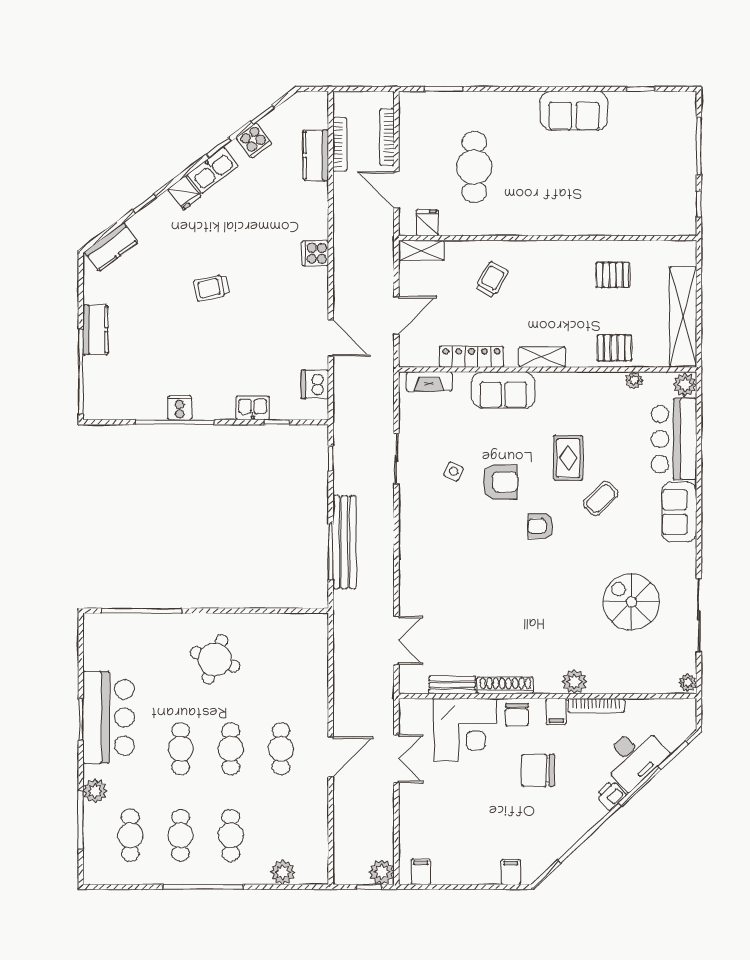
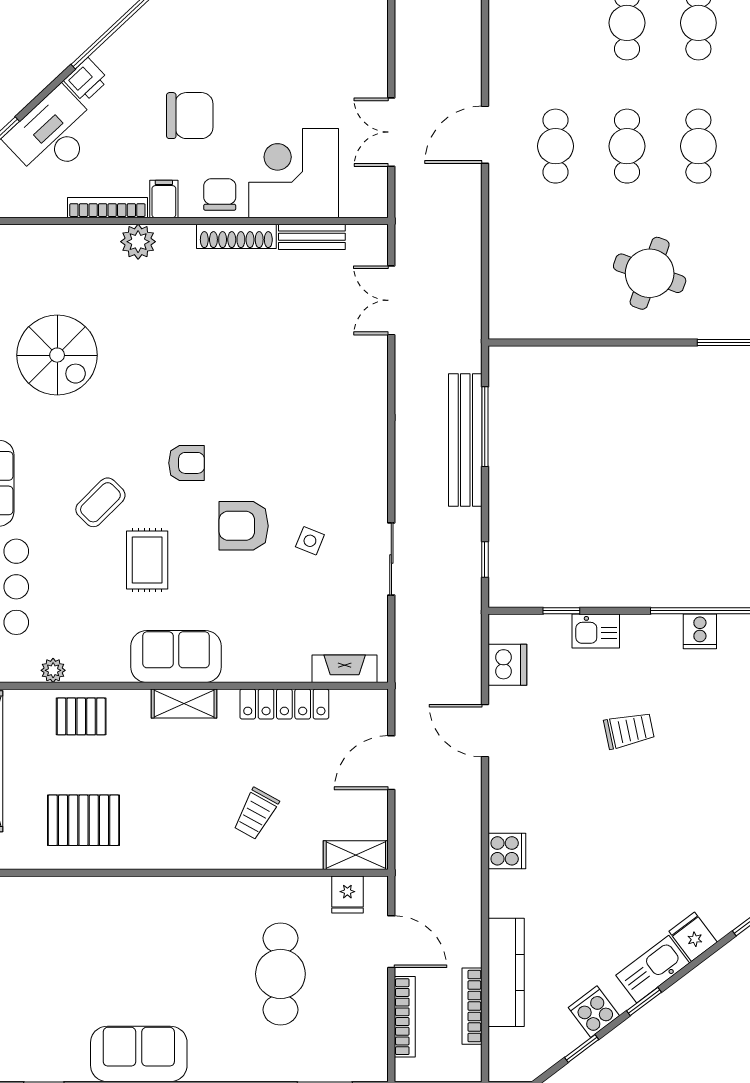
kitchen counter: (316, 155) -> (506, 972), width x1.50
pallet: (613, 275) -> (83, 820), width x1.50, depth x1.42
trolley: (211, 288) -> (629, 730), moved
sofa: (503, 390) -> (176, 657), moved

